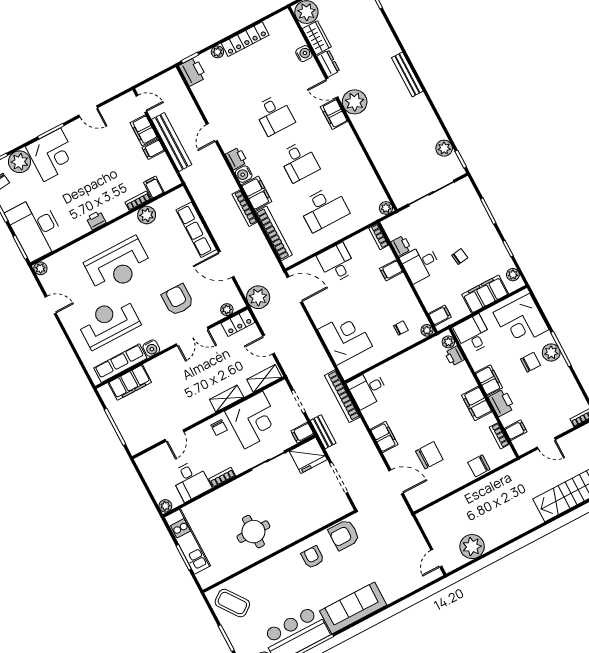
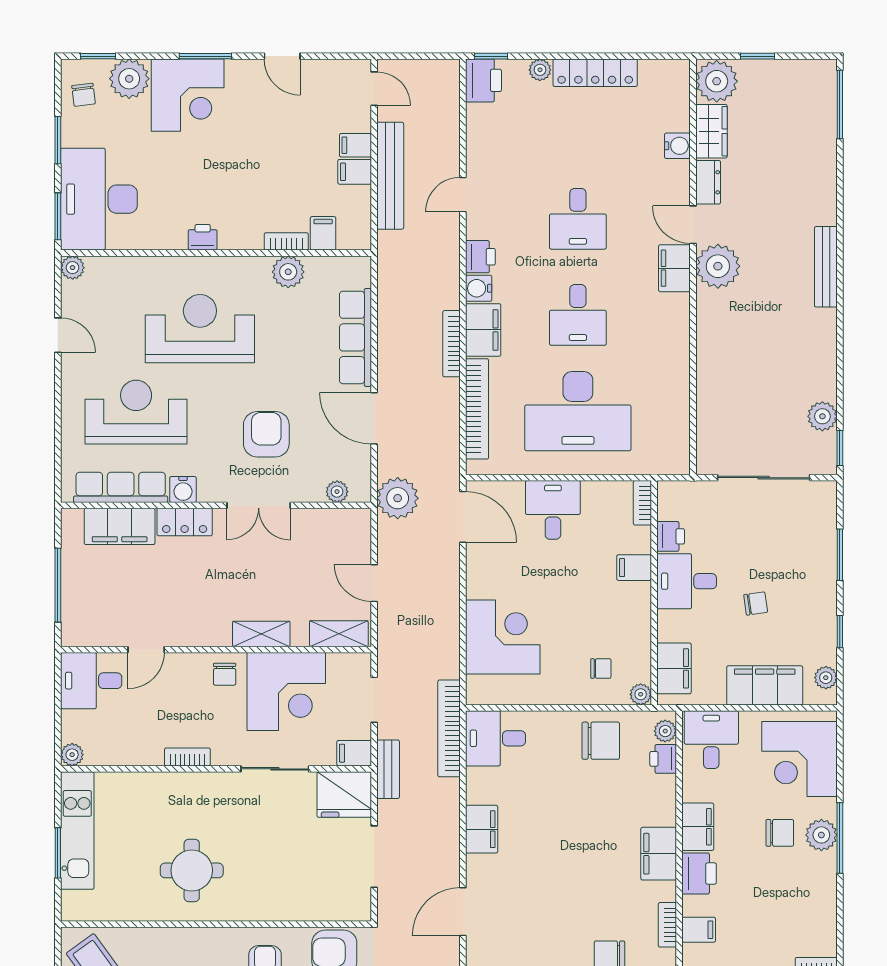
filing cabinet: (144, 130) -> (355, 145), width x0.50
desk: (324, 208) -> (578, 411), width x1.36, depth x1.30
plant: (386, 208) -> (678, 463), removed
reception desk: (118, 265) -> (200, 329), turned 180
filing cabinet: (440, 315) -> (674, 668), width x2.00
locker: (238, 323) -> (185, 522), moved
chair: (429, 455) -> (601, 741), moved
desk: (191, 481) -> (91, 681), moved, turned 90
door: (396, 482) -> (463, 912), swing flipped

